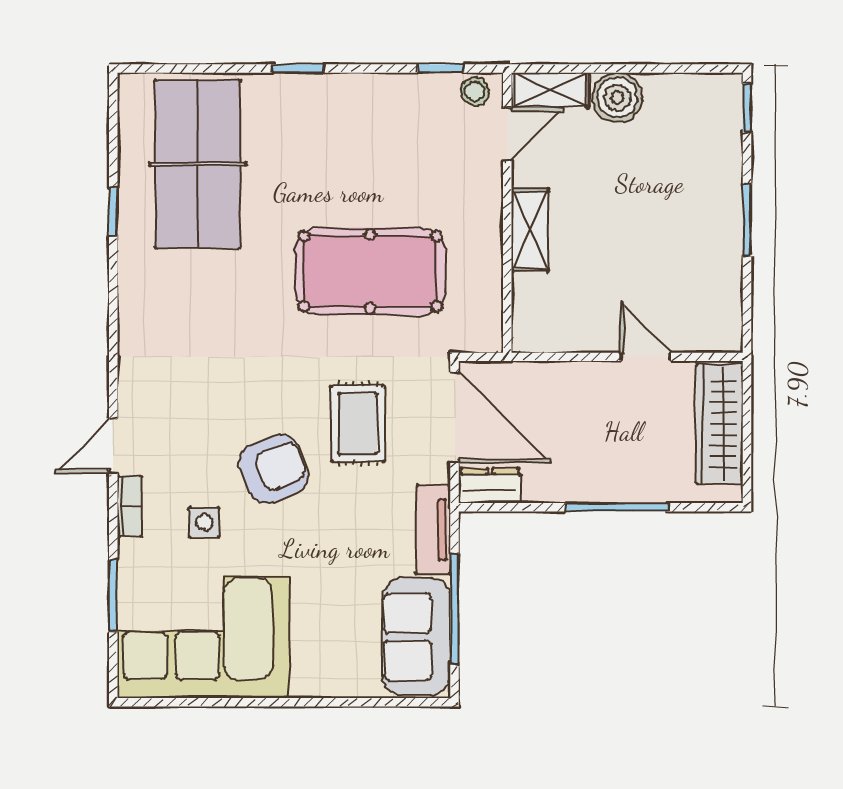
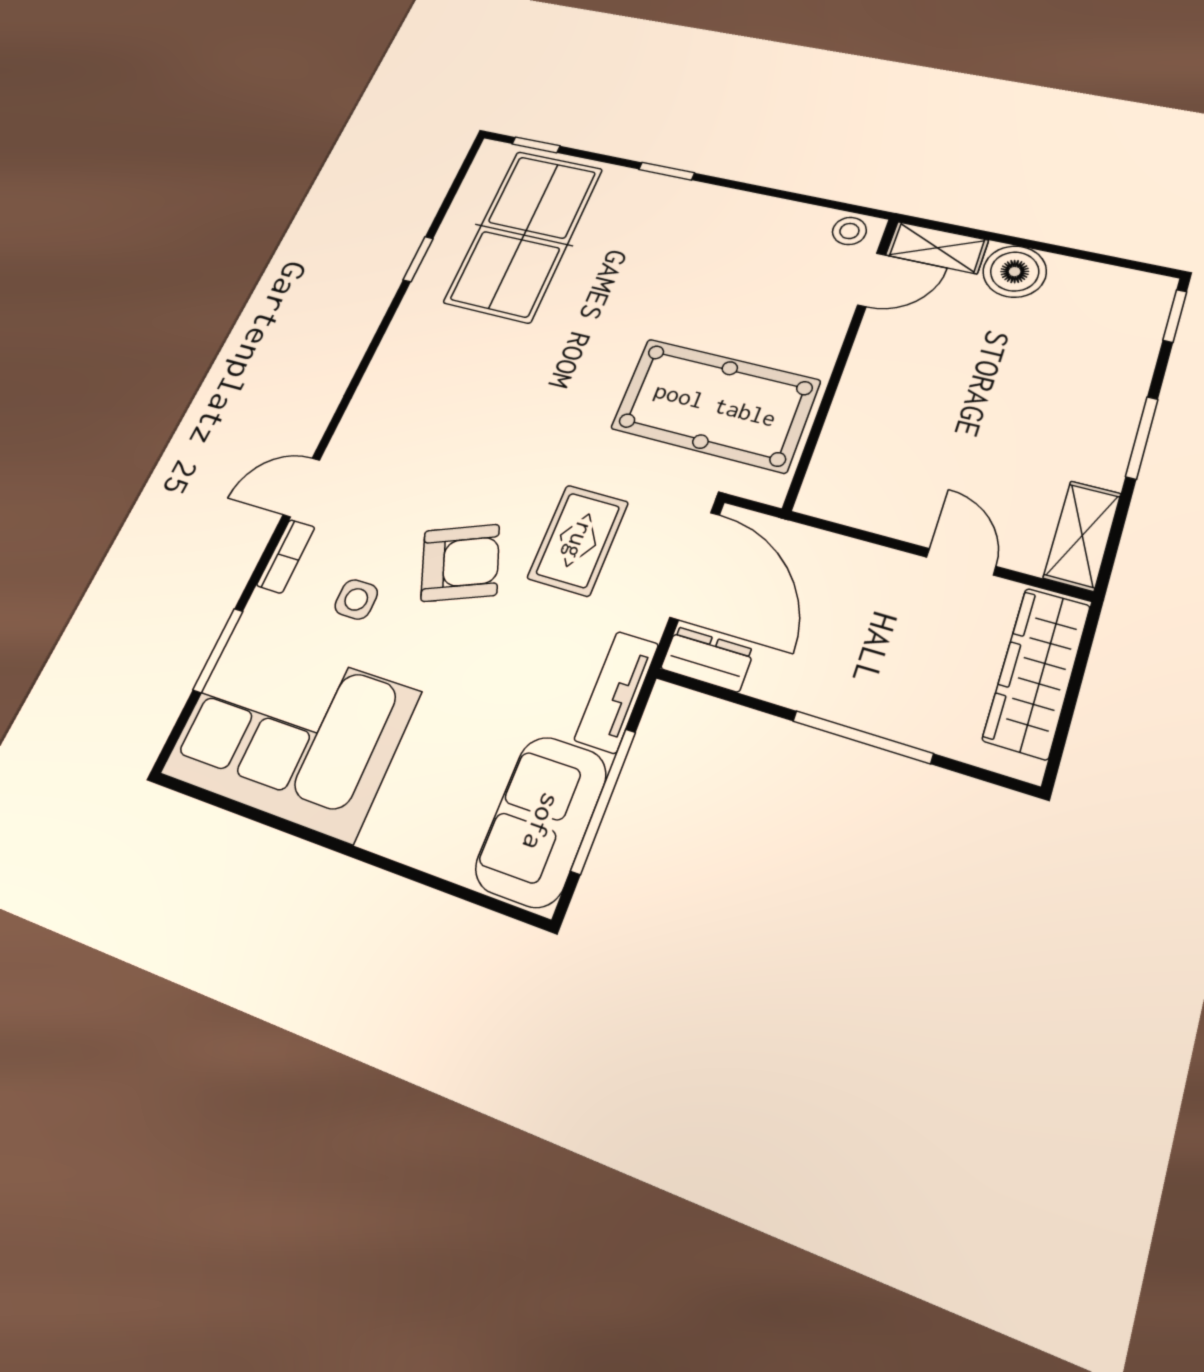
window: (440, 68) -> (536, 145), moved
shelving: (530, 230) -> (1082, 536), moved
pool table: (370, 271) -> (715, 405), moved

